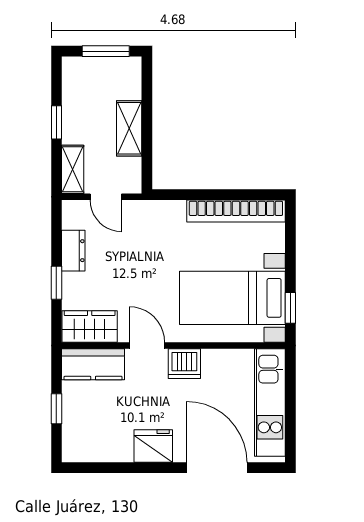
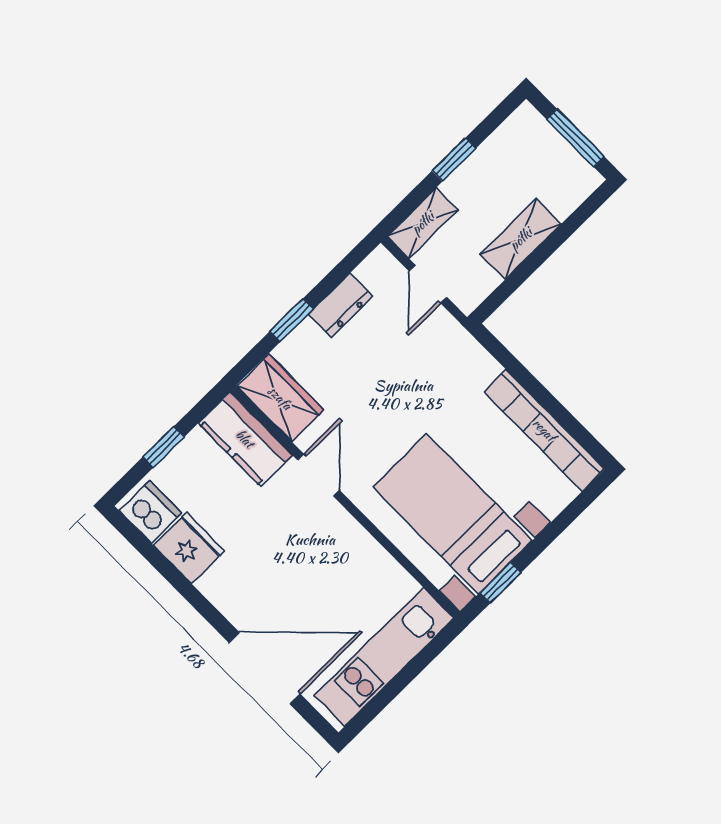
dishwasher: (184, 364) -> (150, 512), moved, turned 180
fridge: (153, 446) -> (189, 548), moved
door: (217, 468) -> (265, 668), hinge flipped

